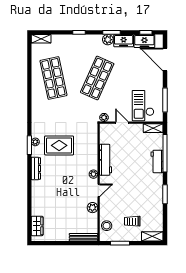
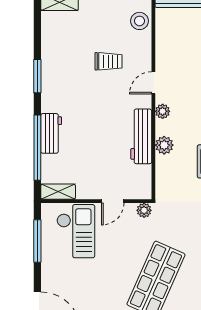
door: (122, 123) -> (113, 201), hinge flipped
plant: (92, 208) -> (164, 145), moved
trolley: (132, 221) -> (108, 61), moved

